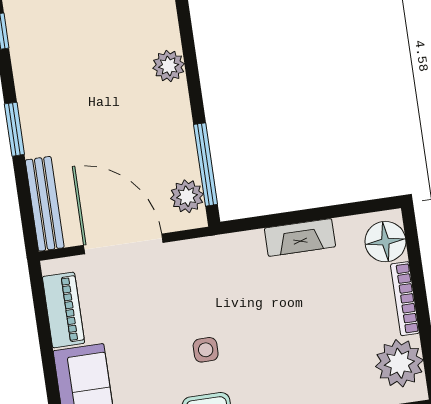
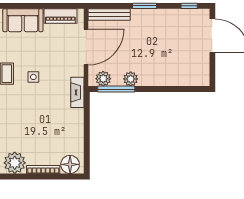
plant: (169, 66) -> (131, 79), moved
fireplace: (300, 237) -> (77, 92), moved

